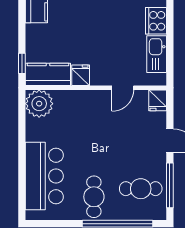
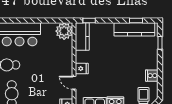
fridge: (81, 75) -> (82, 69), moved

